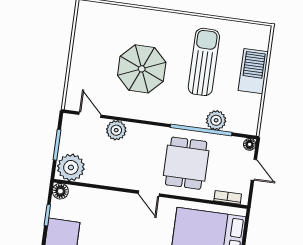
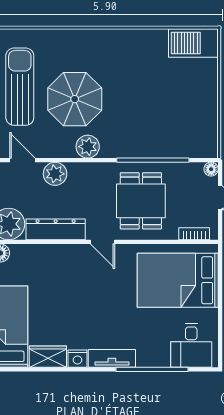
sun lounger: (204, 62) -> (20, 87), moved
barbecue: (253, 71) -> (193, 43), moved, turned -90
plant: (216, 120) -> (88, 147), moved
dresser: (110, 177) -> (56, 229), added

